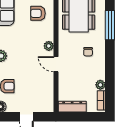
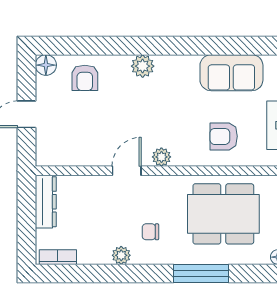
armchair: (38, 13) -> (224, 136), turned -90
plant: (100, 85) -> (121, 255), moved

